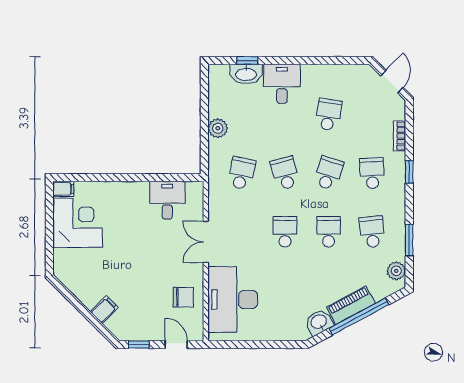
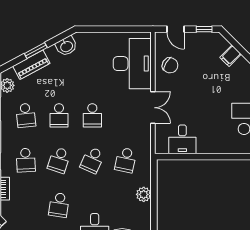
school desk: (285, 173) -> (92, 160), turned 39
chair: (183, 297) -> (170, 65), turned -149
piano: (351, 305) -> (31, 65), moved
window: (359, 317) -> (36, 51), width x0.47

